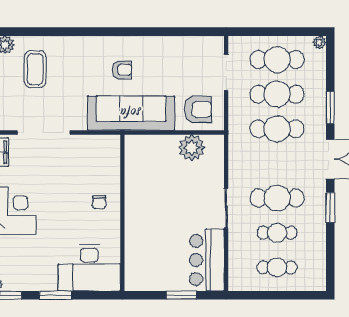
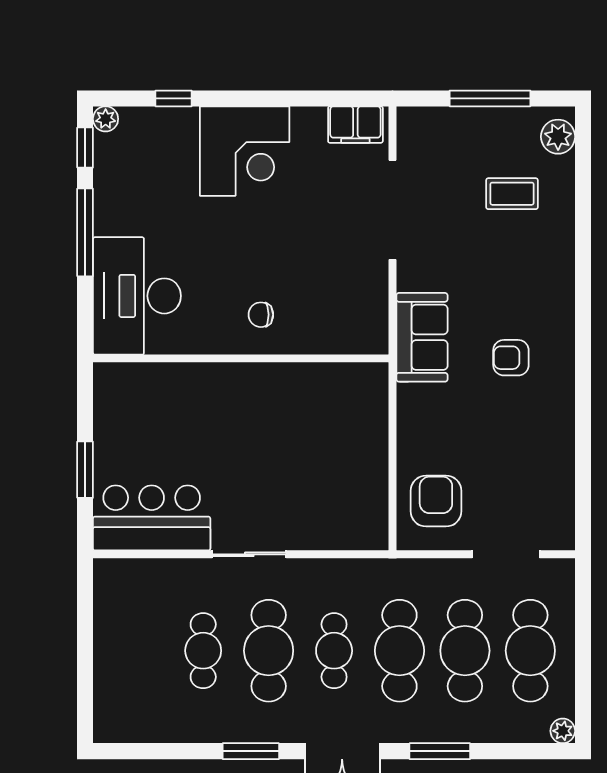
coffee table: (35, 69) -> (512, 194), width x0.73, depth x0.77
armchair: (122, 70) -> (511, 358), turned 90
armchair: (198, 109) -> (436, 501), turned 180
sofa: (131, 113) -> (422, 337), width x0.54, depth x0.79
plant: (192, 148) -> (364, 489), removed
cafe table: (277, 267) -> (334, 651), moved
window: (56, 295) -> (85, 232), width x1.44

